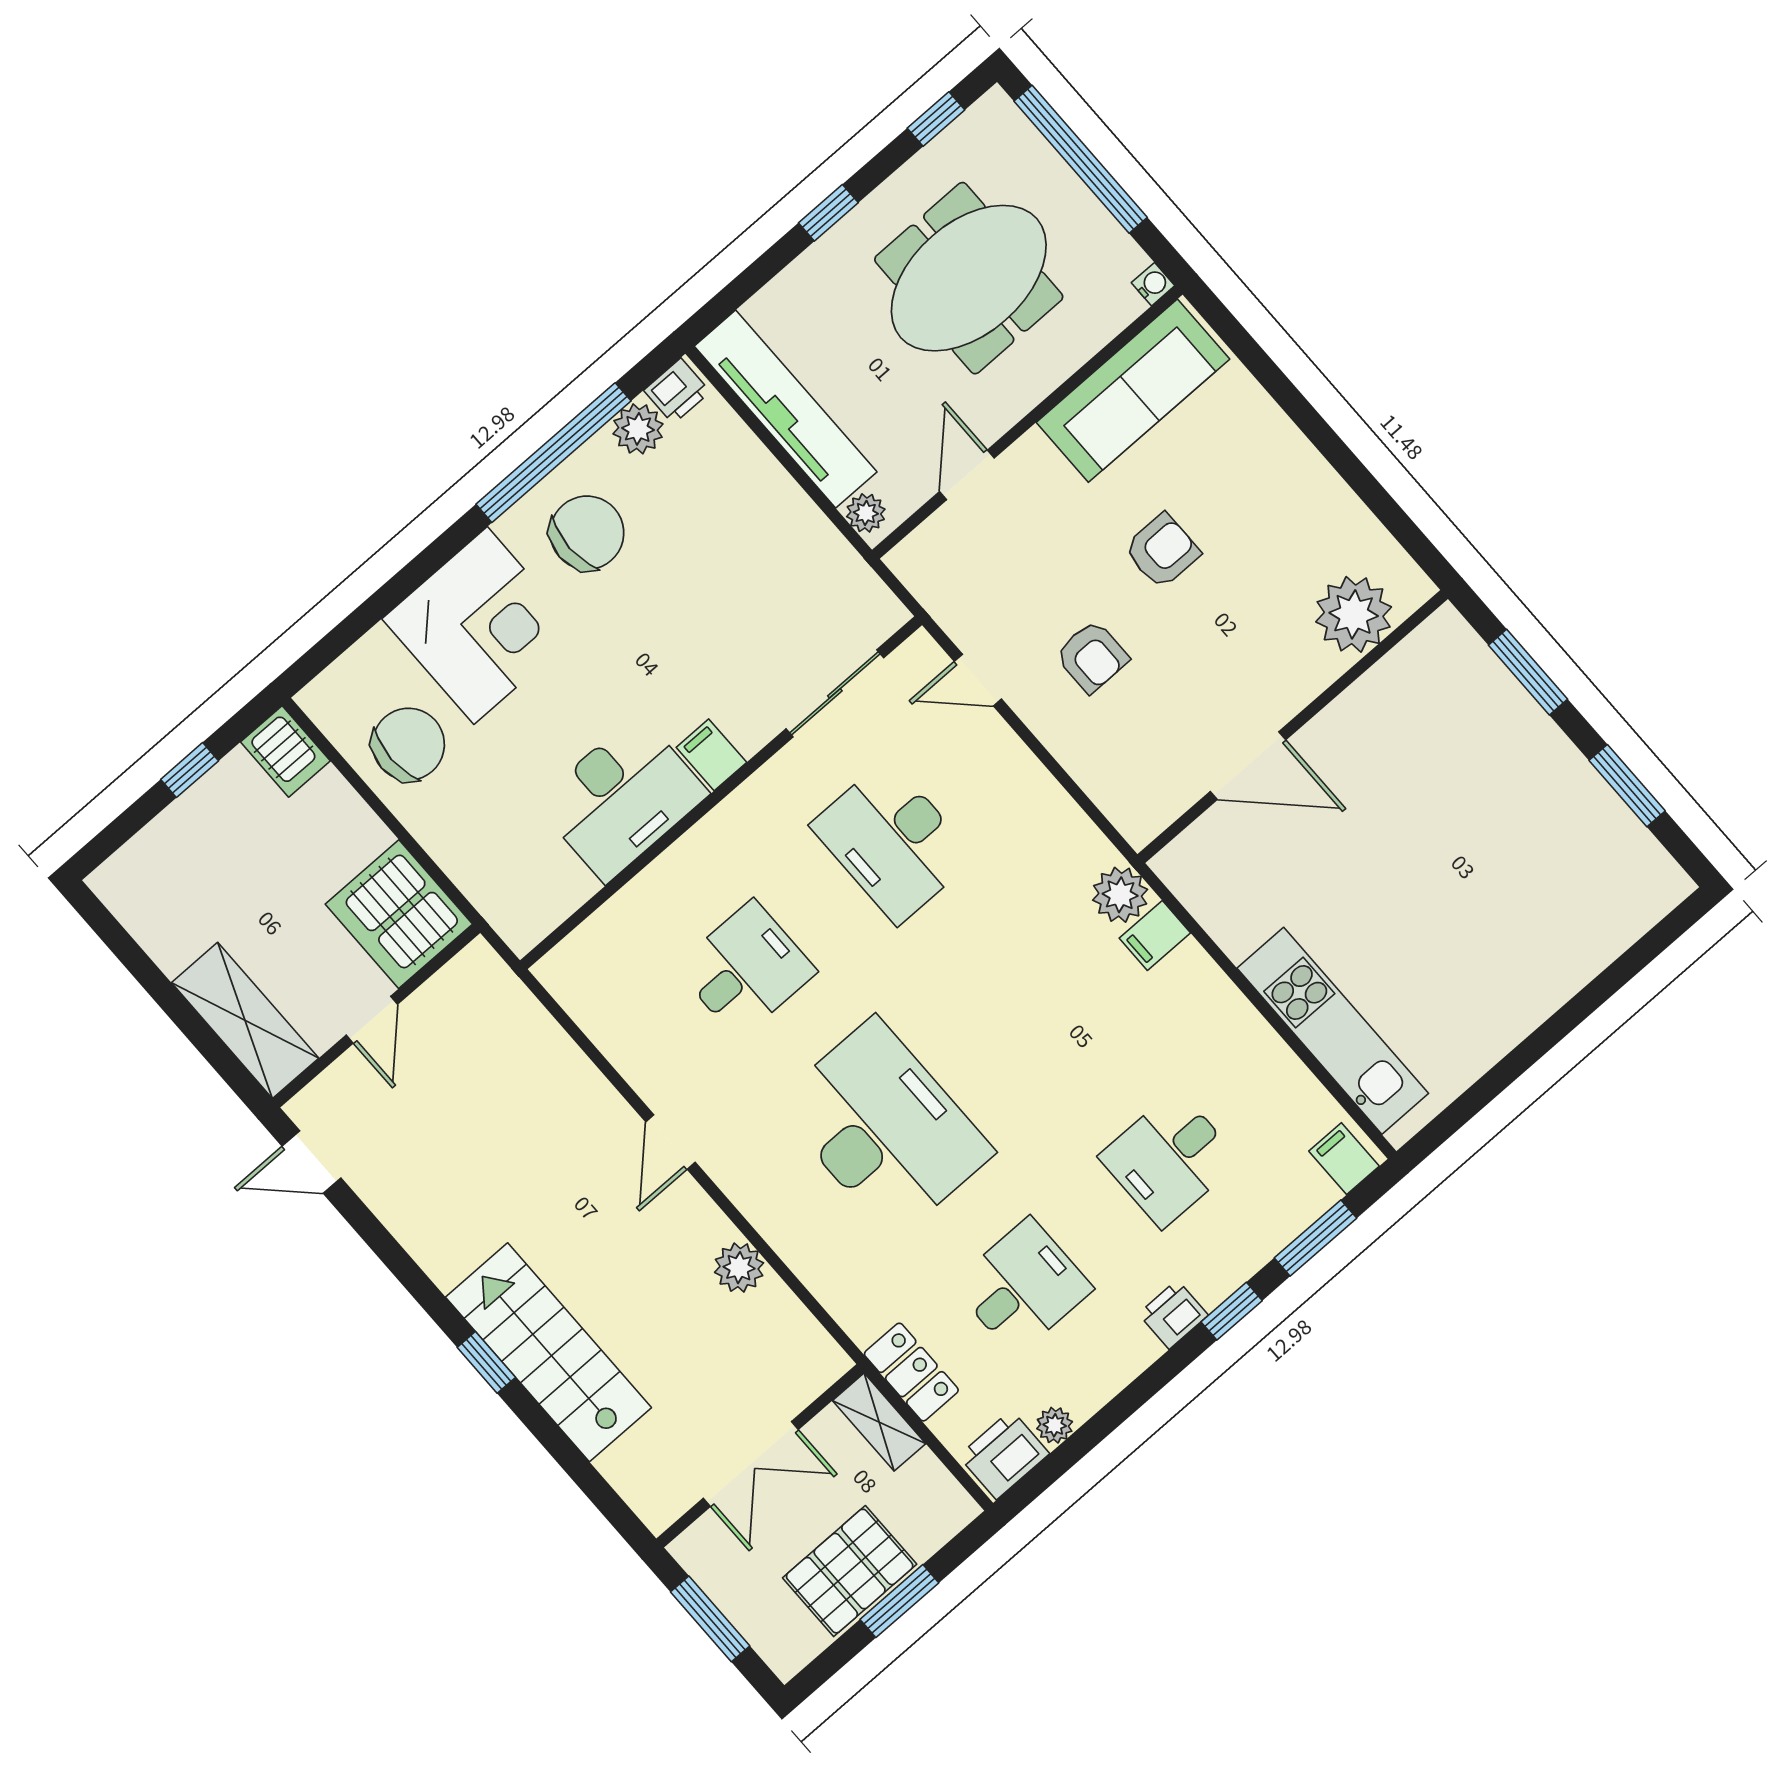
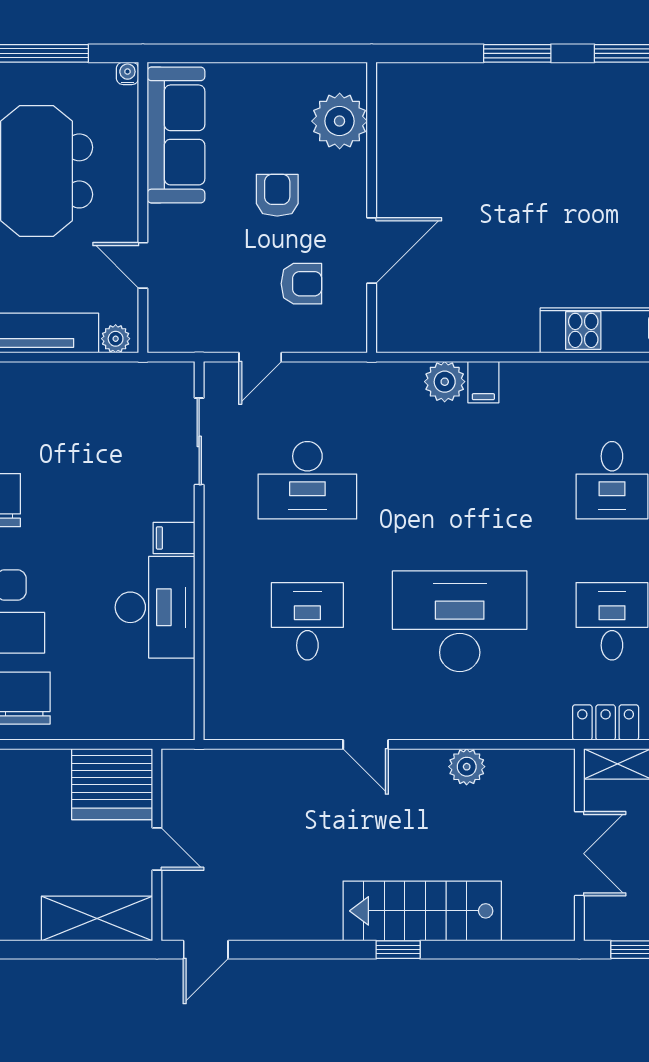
plant: (1354, 614) -> (340, 121), moved
wall: (1293, 727) -> (372, 208), moved
door: (1248, 766) -> (372, 251), moved

